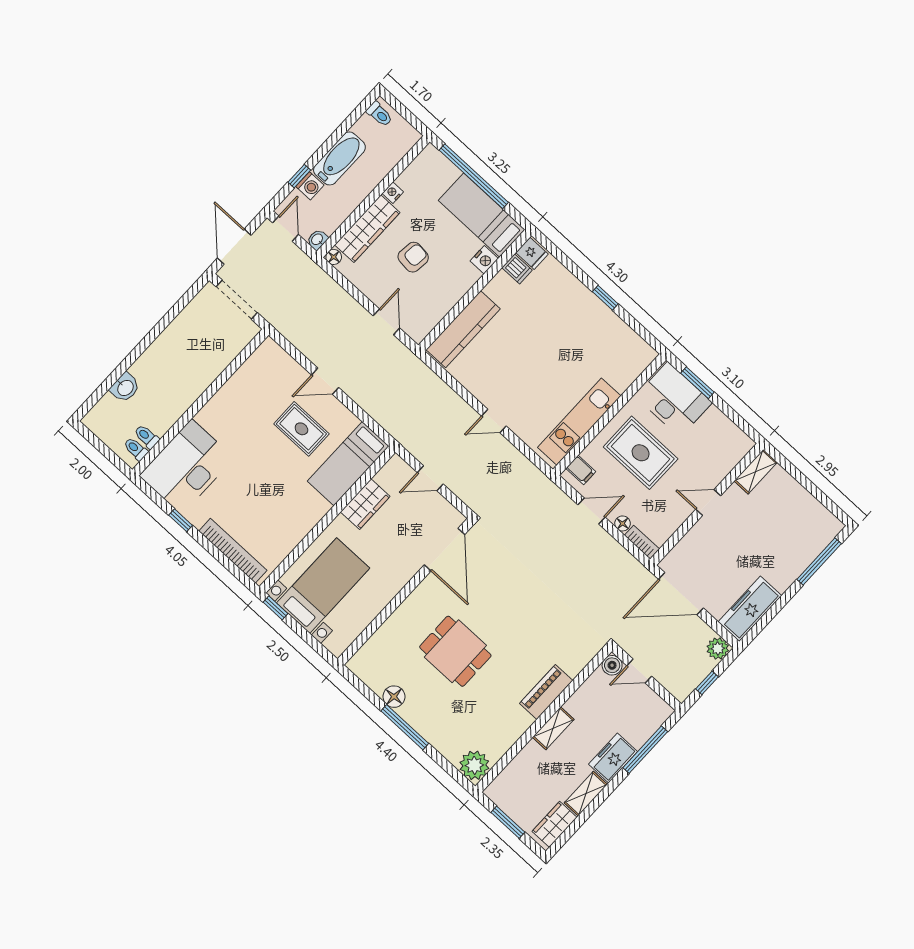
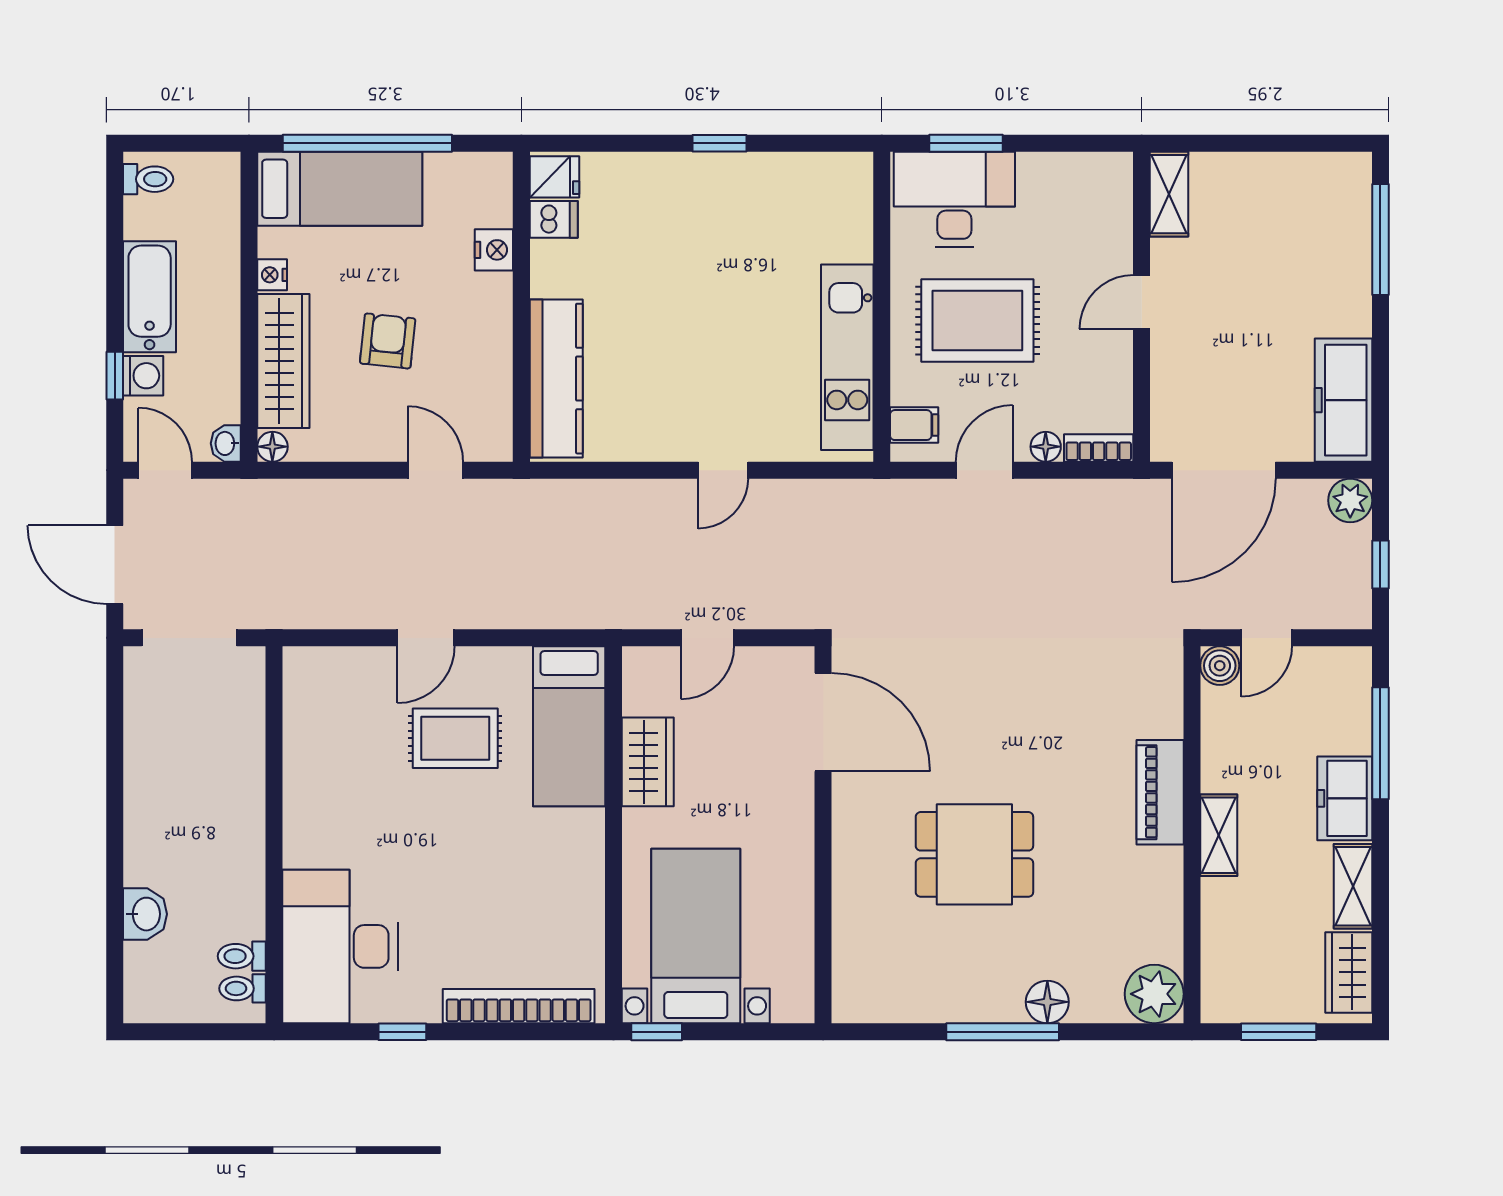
bed: (482, 215) -> (340, 189), moved, turned 180
floor lamp: (394, 697) -> (1047, 1002), moved

